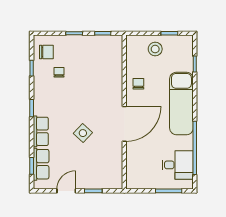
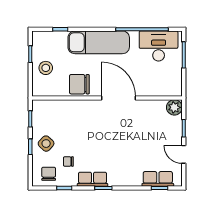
chair: (138, 84) -> (79, 84), width x1.87, depth x1.87
row of seats: (41, 131) -> (93, 179), moved
side table: (83, 133) -> (46, 144), moved
desk: (178, 165) -> (159, 46), width x1.37
plant: (115, 181) -> (174, 107), added

